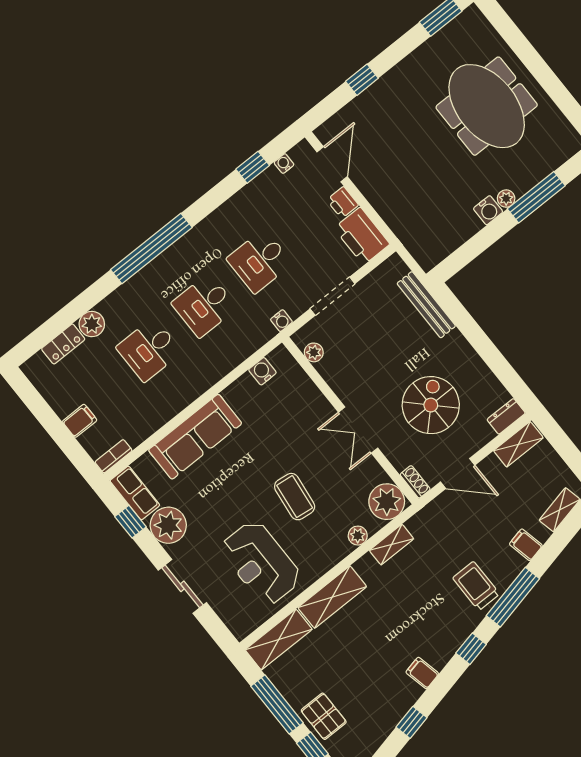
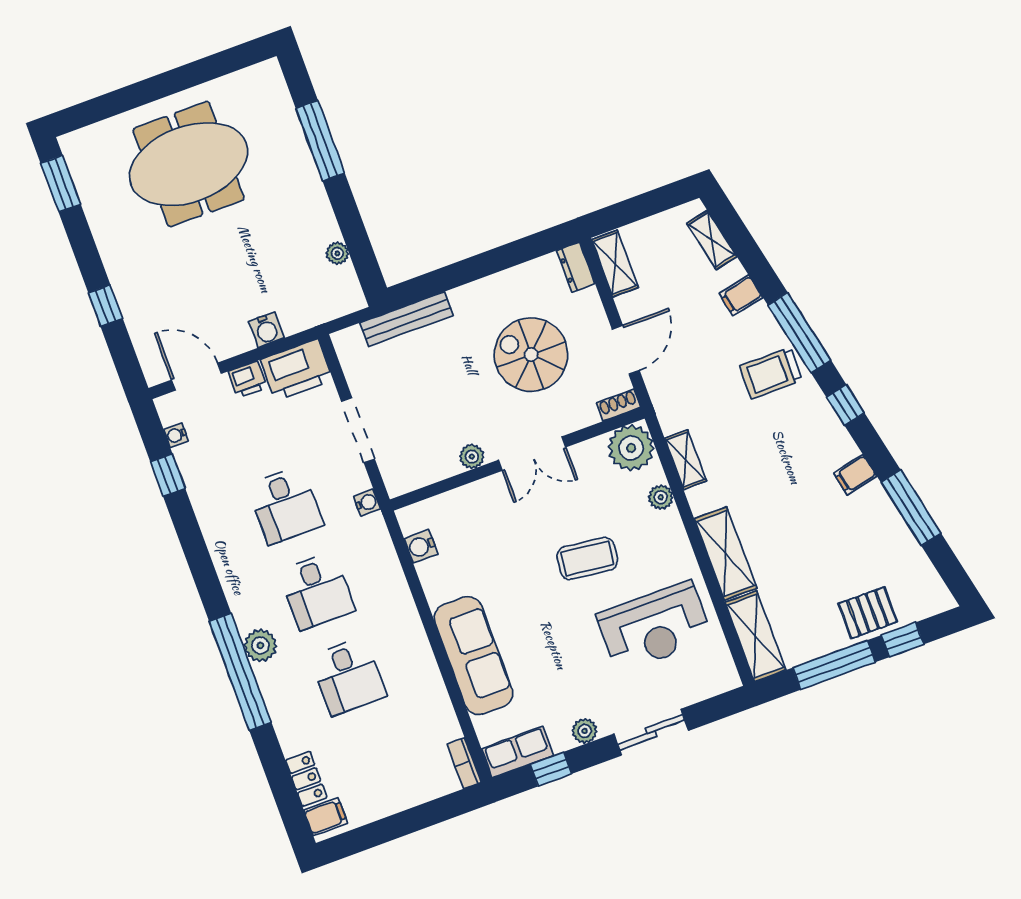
plant: (506, 199) -> (337, 253), moved
water cooler: (488, 210) -> (266, 330), moved, turned 90
window: (151, 248) -> (240, 672), moved
plant: (92, 324) -> (260, 645), moved
plant: (314, 352) -> (472, 457), moved
filing cabinet: (80, 421) -> (326, 817), moved, turned 90
plant: (168, 525) -> (585, 731), width x0.53, depth x0.53
window: (411, 722) -> (911, 508), width x2.17

